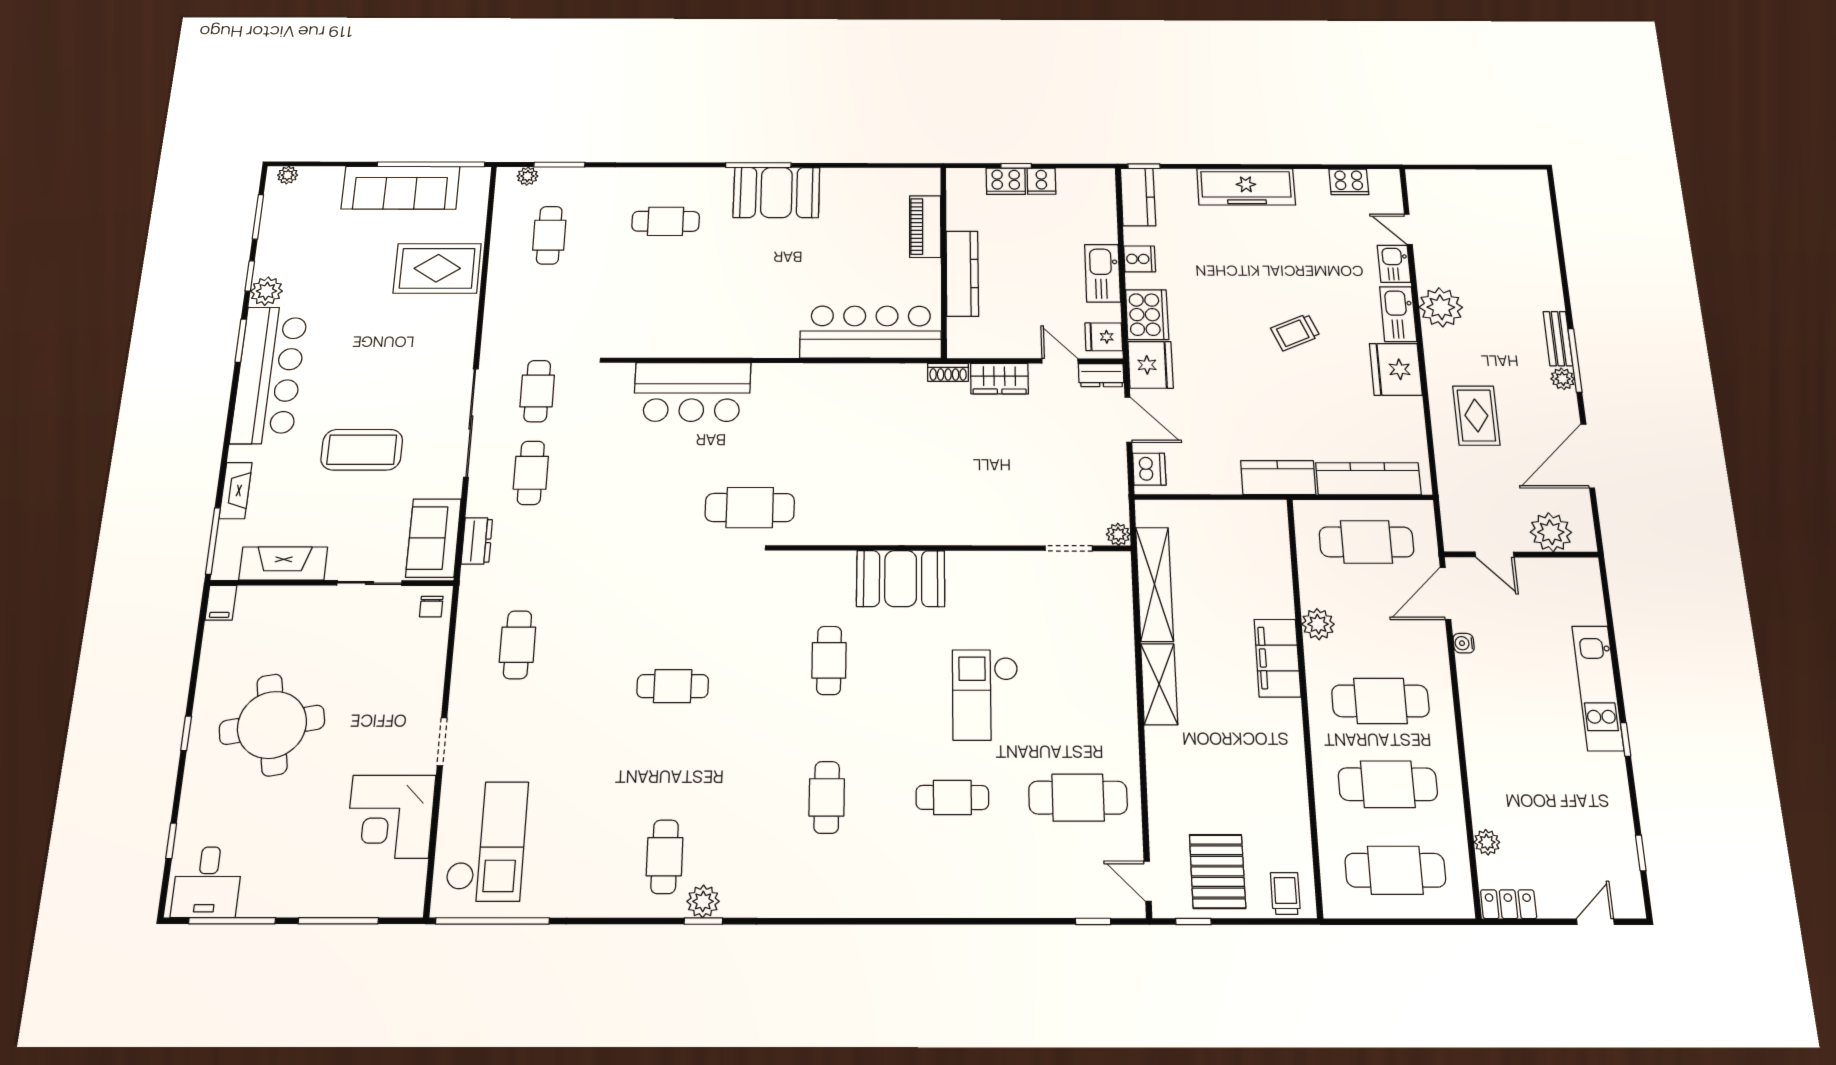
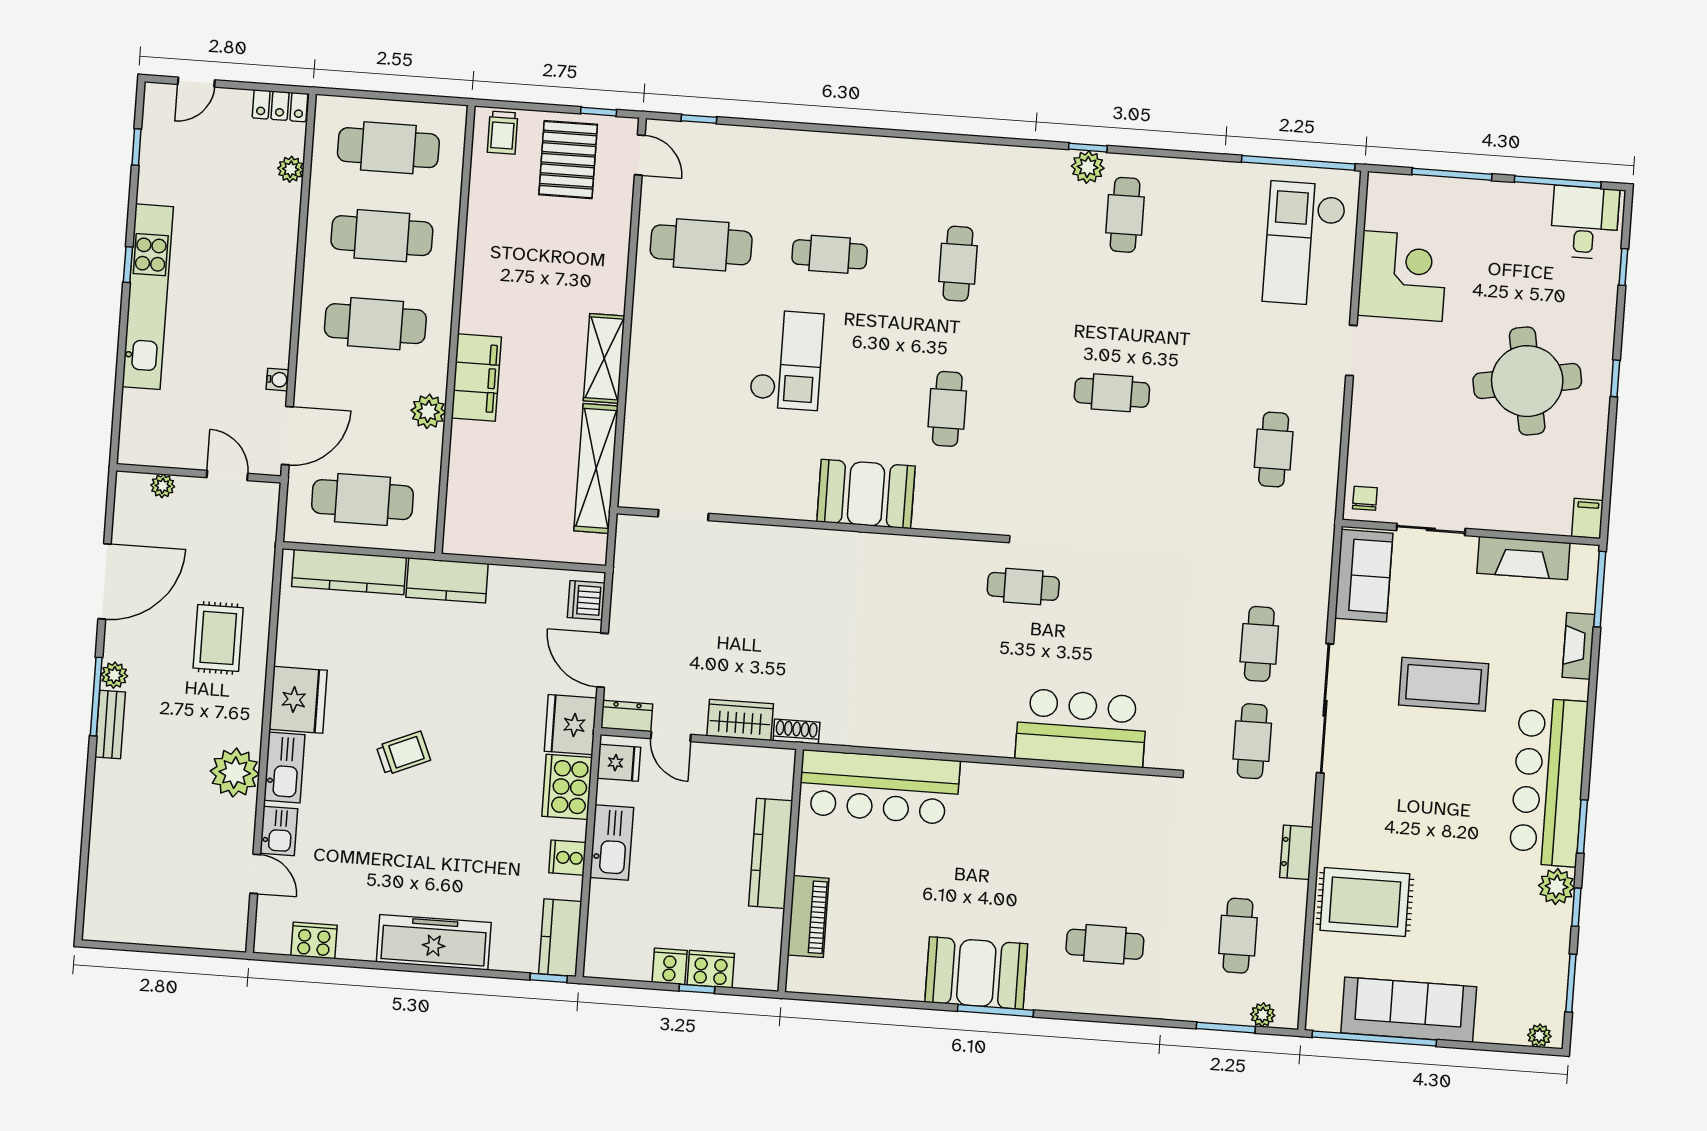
cafe table: (750, 508) -> (1023, 586), width x0.73, depth x0.74
plant: (1551, 532) -> (163, 486), width x0.53, depth x0.53
plant: (1118, 534) -> (628, 527), removed
dresser: (477, 541) -> (1296, 852), moved
kitchen unit: (1598, 688) -> (148, 297), width x1.36

